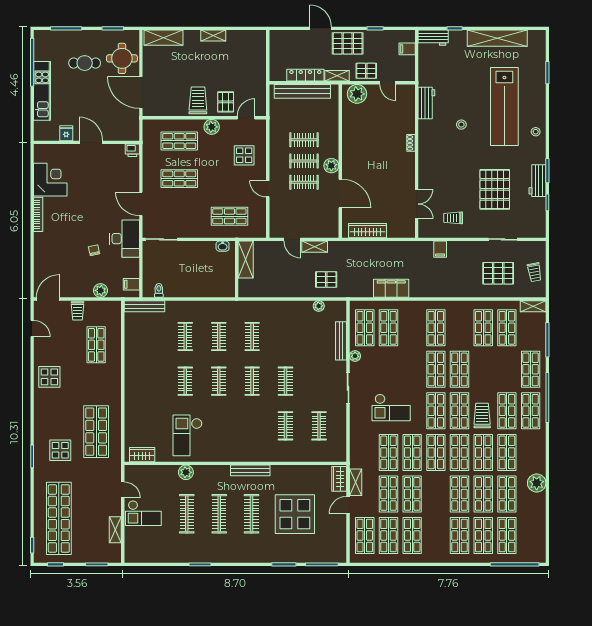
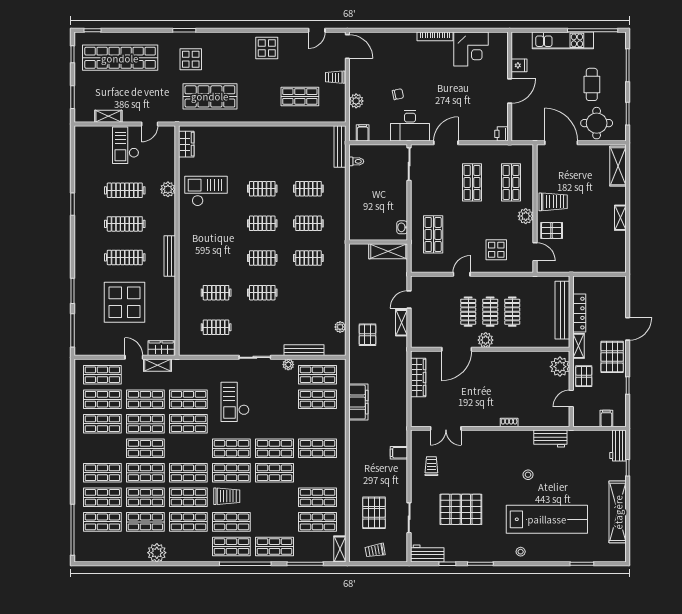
door: (141, 93) -> (561, 143), hinge flipped
lab bench: (504, 106) -> (547, 519), turned 180
workbench: (537, 181) -> (427, 554), moved
shop shelf: (436, 452) -> (145, 448), moved

